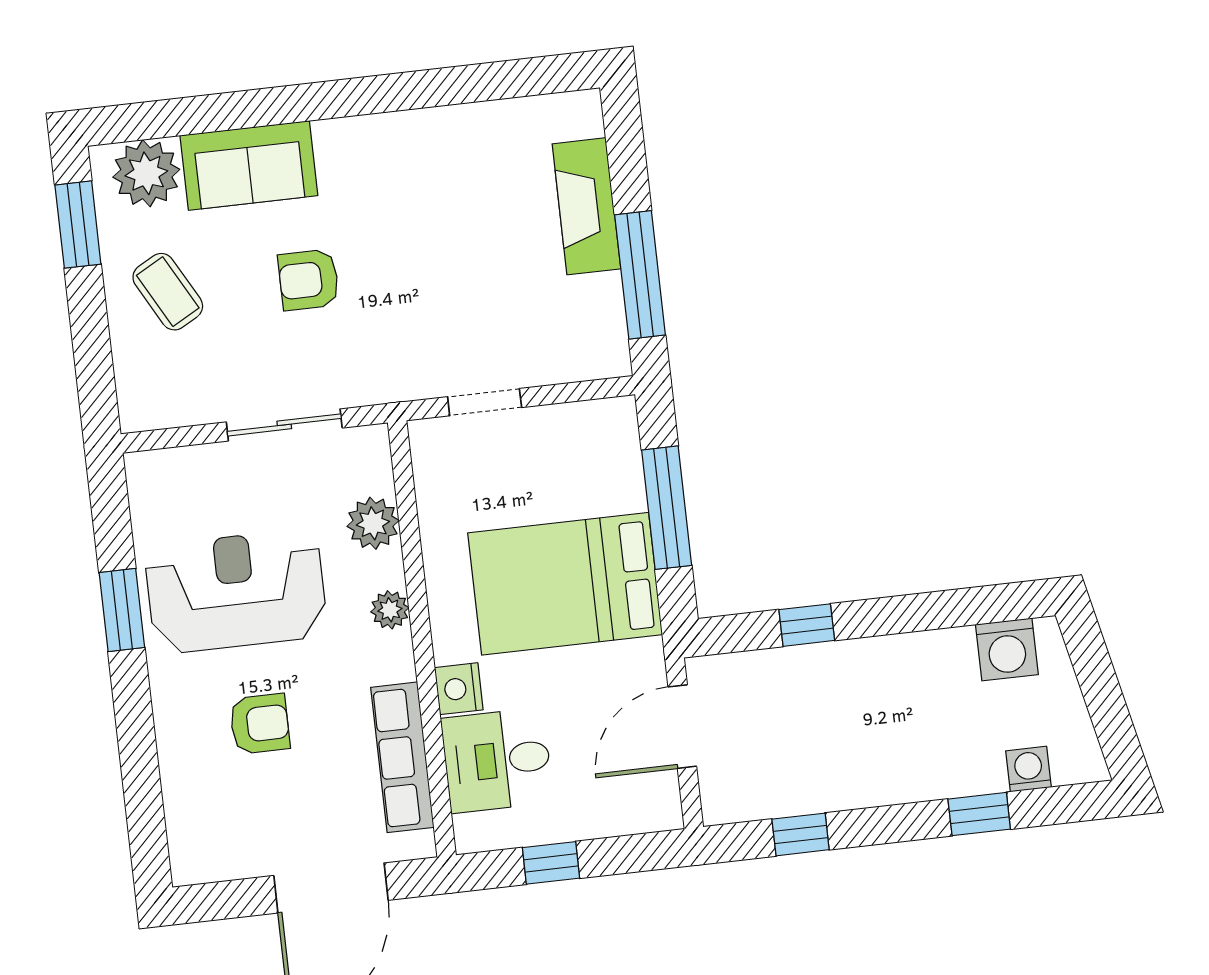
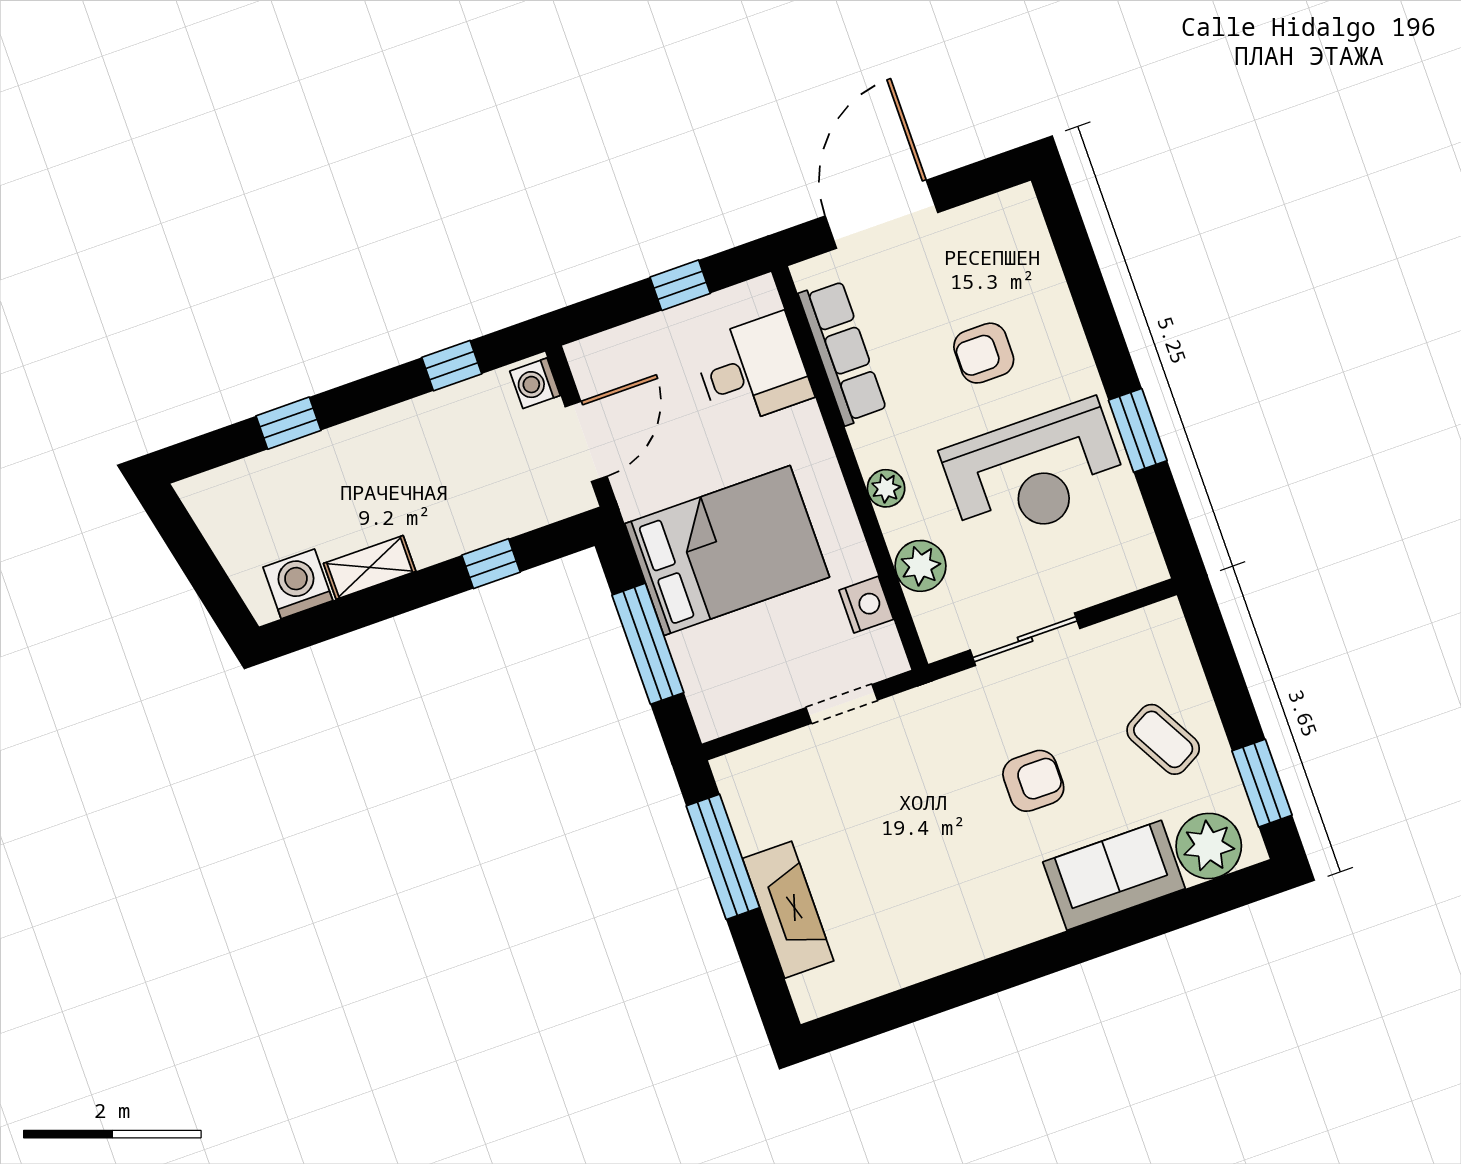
shelving: (930, 649) -> (370, 567), added
nightstand: (459, 689) -> (866, 605), moved
washing machine: (1029, 769) -> (535, 383), moved, turned 90

